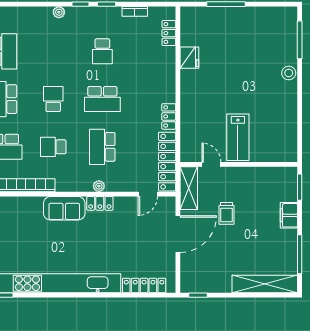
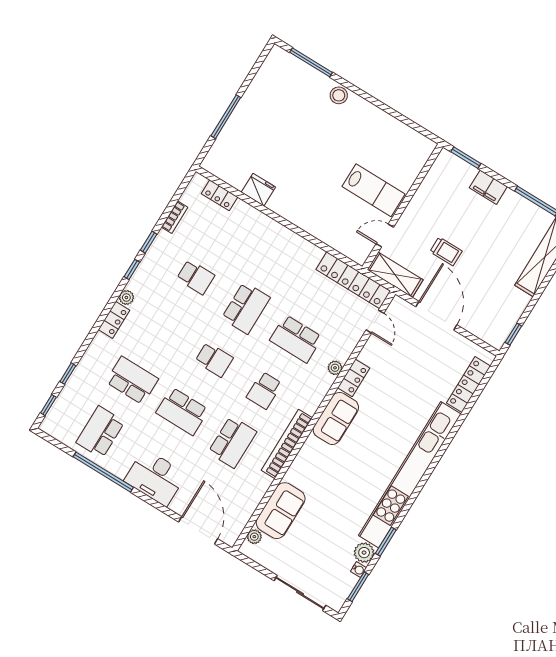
school desk: (53, 99) -> (214, 360), turned 180
locker: (169, 116) -> (114, 320), moved, turned -90

